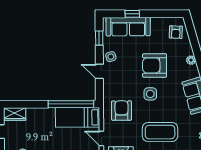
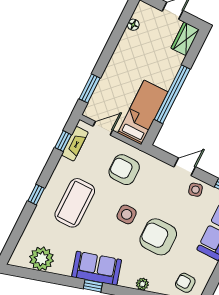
armchair: (155, 65) -> (158, 237), turned -90
window: (71, 104) -> (172, 94), moved
armchair: (122, 111) -> (124, 170), turned 180

